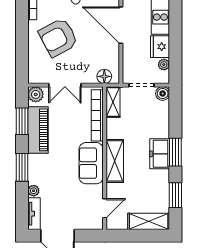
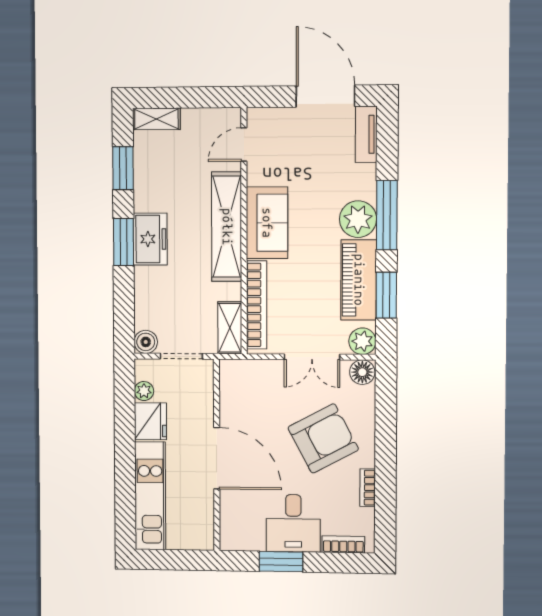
floor lamp: (104, 76) -> (362, 372), moved
double door: (65, 85) -> (312, 357), swing flipped
shelving: (115, 161) -> (227, 227), width x1.47
window: (22, 167) -> (387, 215), width x1.44
plant: (34, 191) -> (358, 219), moved, width x1.88, depth x1.88
shelving: (149, 221) -> (156, 119), width x0.67, depth x0.75

